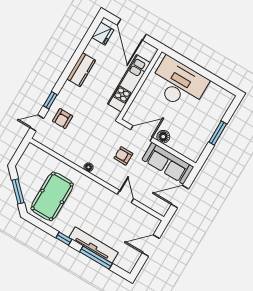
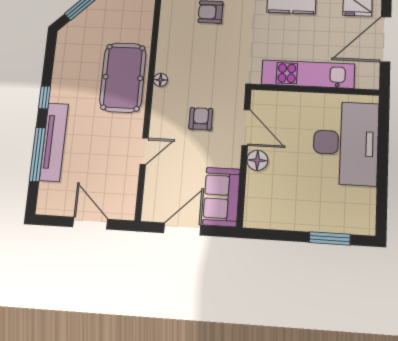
window: (218, 133) -> (330, 238), moved
sofa: (168, 163) -> (221, 197), width x0.73
pool table: (52, 196) -> (123, 77), moved, turned 90
door: (180, 197) -> (182, 229), hinge flipped

